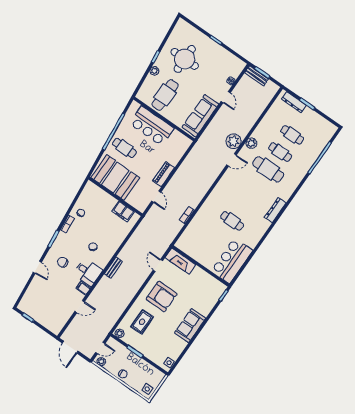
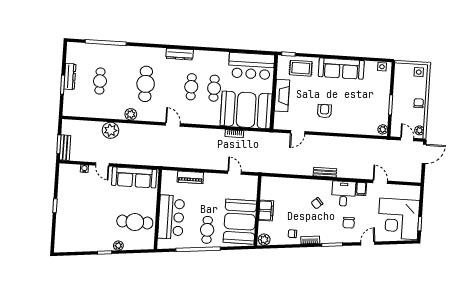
round table: (185, 59) -> (90, 224), removed
door: (226, 97) -> (102, 164), swing flipped
dresser: (294, 102) -> (70, 76), moved
plant: (233, 141) -> (111, 130), moved
cafe table: (280, 152) -> (191, 87), moved
door: (231, 160) -> (173, 124), moved
piano: (164, 174) -> (190, 177), moved
plant: (90, 188) -> (264, 240), added
door: (156, 197) -> (235, 173), hinge flipped
filing cabinet: (123, 211) -> (266, 211), moved
booth: (200, 236) -> (246, 110), added
fireplace: (181, 261) -> (282, 95), moved
armchair: (162, 296) -> (324, 111), width x0.53, depth x0.53
corner desk: (42, 303) -> (399, 219), added
rug: (142, 322) -> (301, 68), moved
sofa: (190, 325) -> (341, 69), width x1.36
door: (70, 347) -> (424, 154), moved

